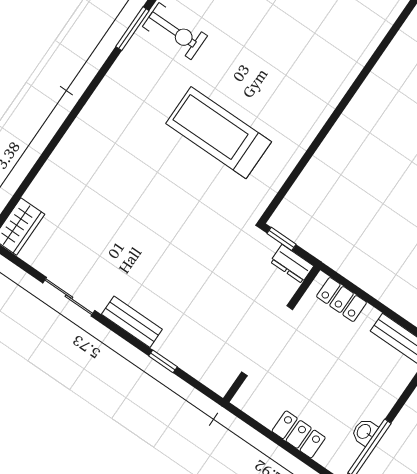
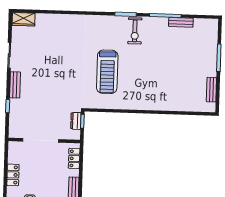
treadmill: (219, 133) -> (107, 72), turned 180
dresser: (292, 264) -> (76, 121), moved

